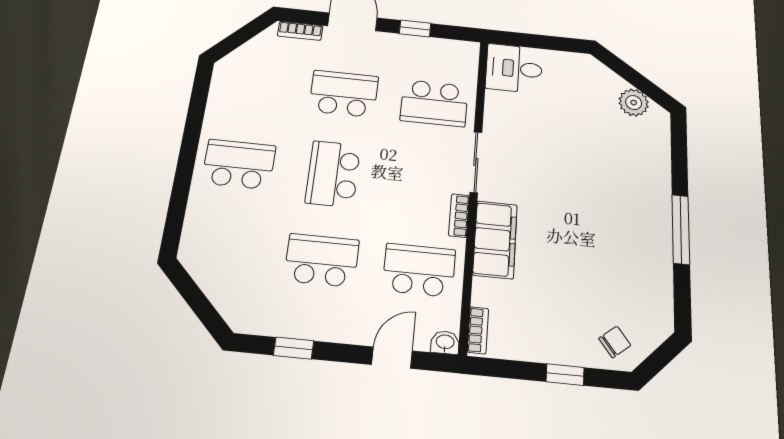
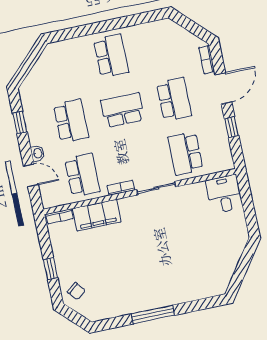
plant: (634, 103) -> (225, 271), removed
filing cabinet: (495, 240) -> (97, 215), moved
washbasin: (445, 342) -> (38, 153), moved

